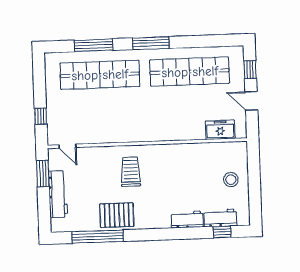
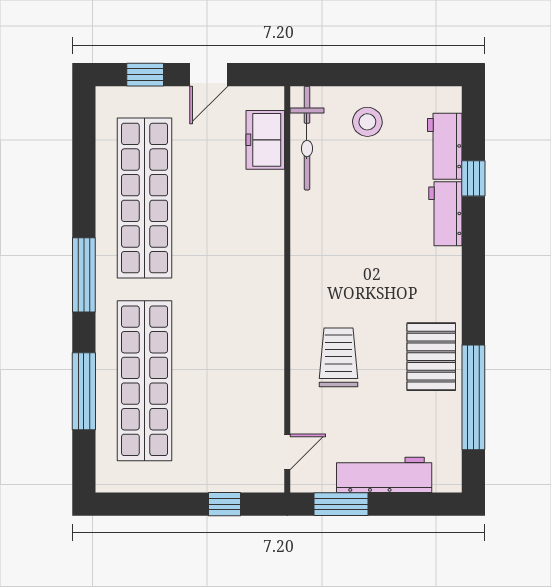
bicycle: (222, 150) -> (307, 138), added
trolley: (131, 172) -> (339, 357), moved, turned 90
window: (222, 232) -> (473, 178), moved

